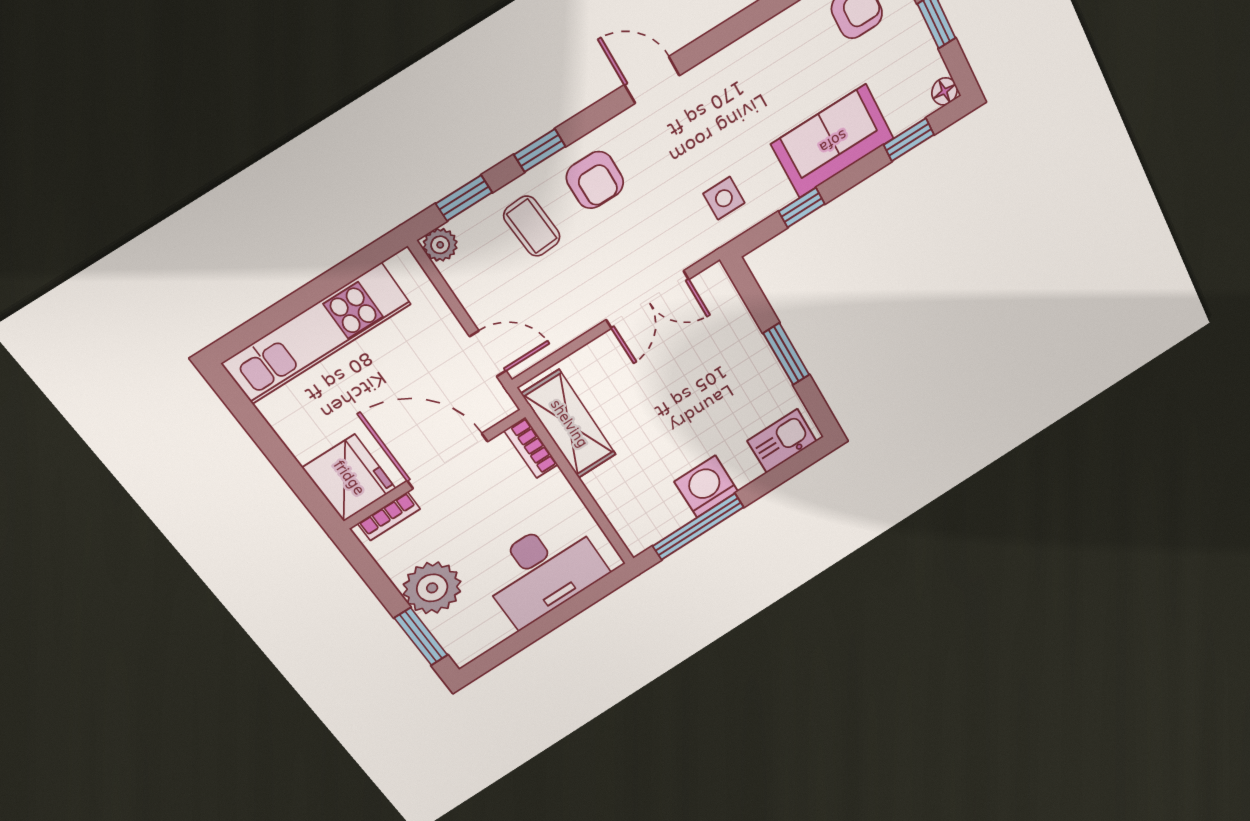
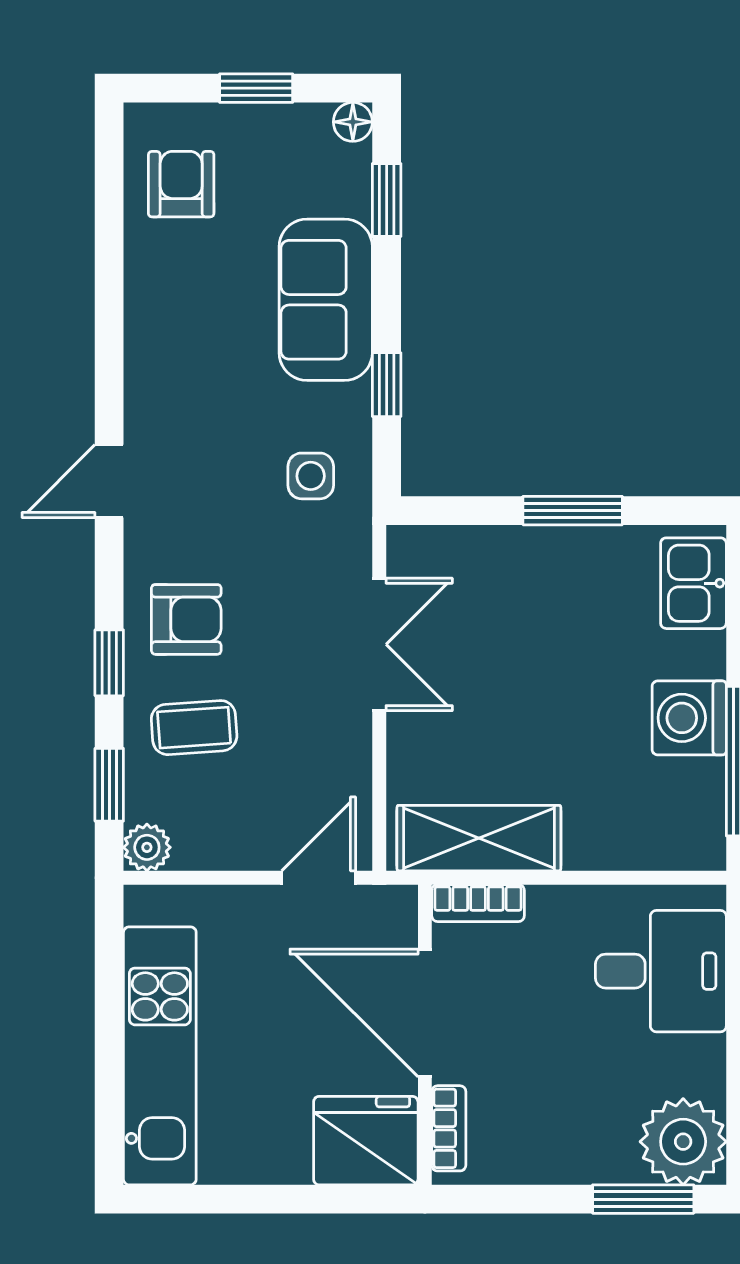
door: (447, 461) -> (425, 1013), hinge flipped
desk: (543, 571) -> (661, 971), width x0.73
plant: (432, 588) -> (683, 1142), moved

